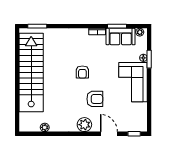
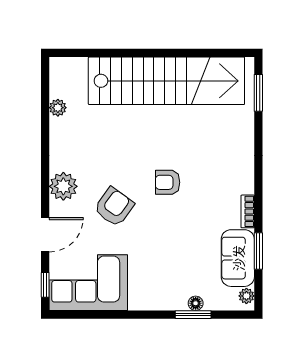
corner sofa: (133, 82) -> (88, 283), moved
armchair: (95, 99) -> (114, 207), turned -144

